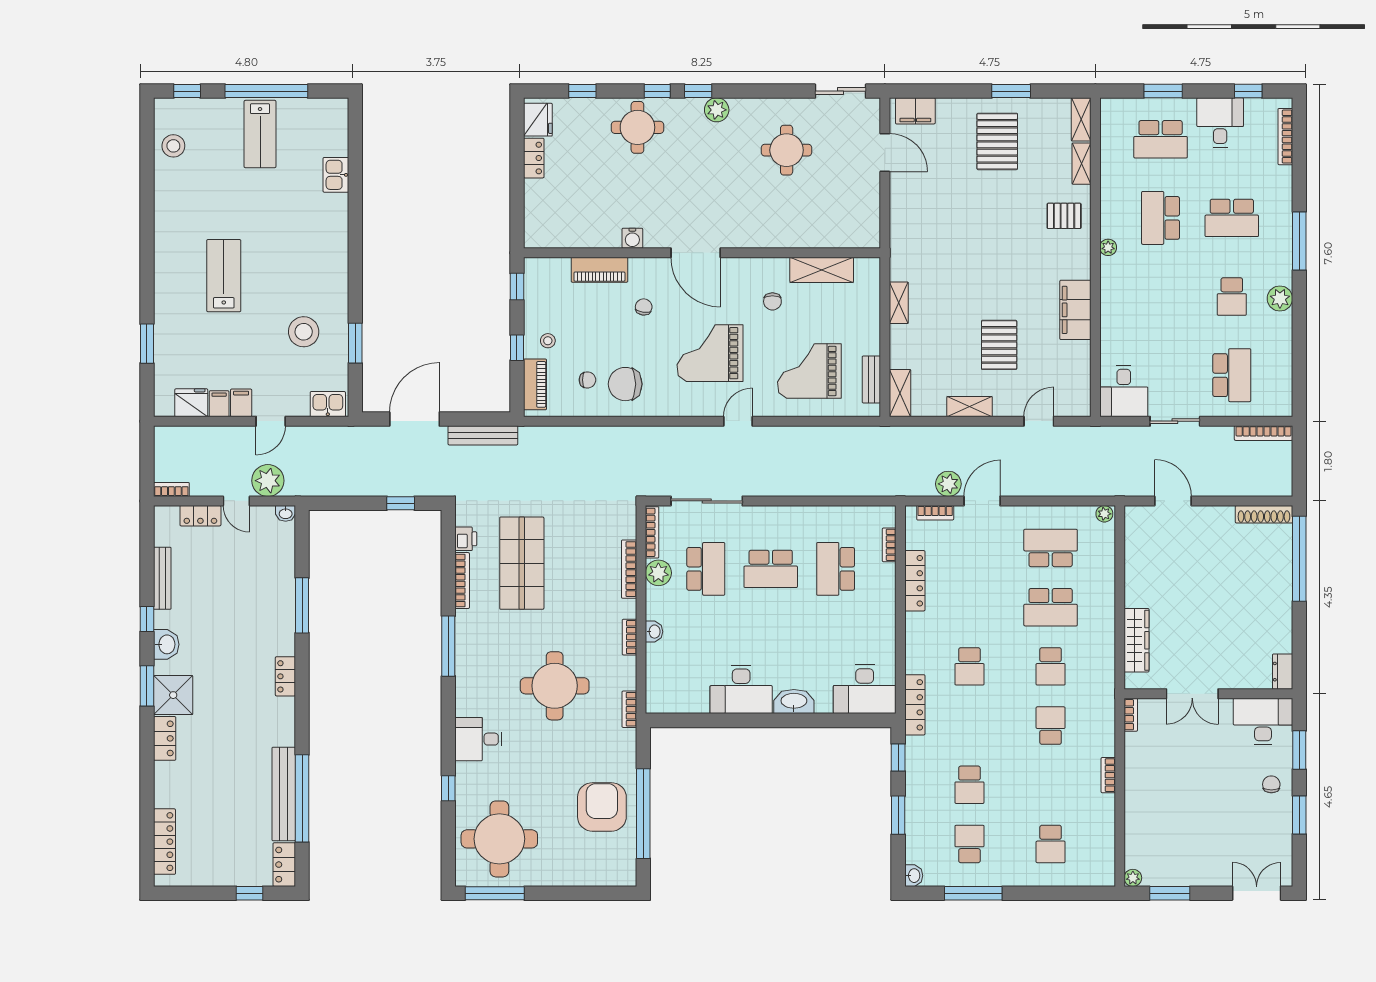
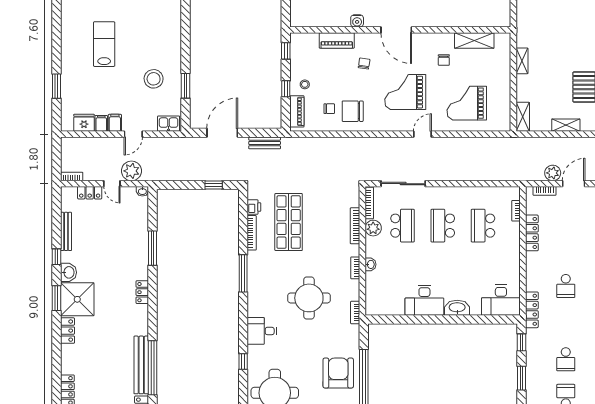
bench: (871, 379) -> (505, 108), removed
bench: (483, 435) -> (265, 143), width x0.73
school desk: (771, 569) -> (443, 226), turned 90
shower: (173, 695) -> (77, 299), width x1.37, depth x1.37

